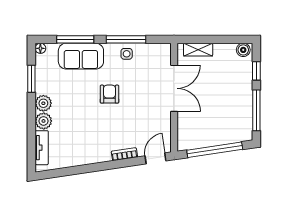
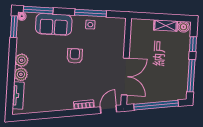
window: (75, 39) -> (38, 10), moved
shelving: (198, 50) -> (166, 26), moved
window: (31, 79) -> (14, 27), moved
double door: (174, 88) -> (125, 77), moved

